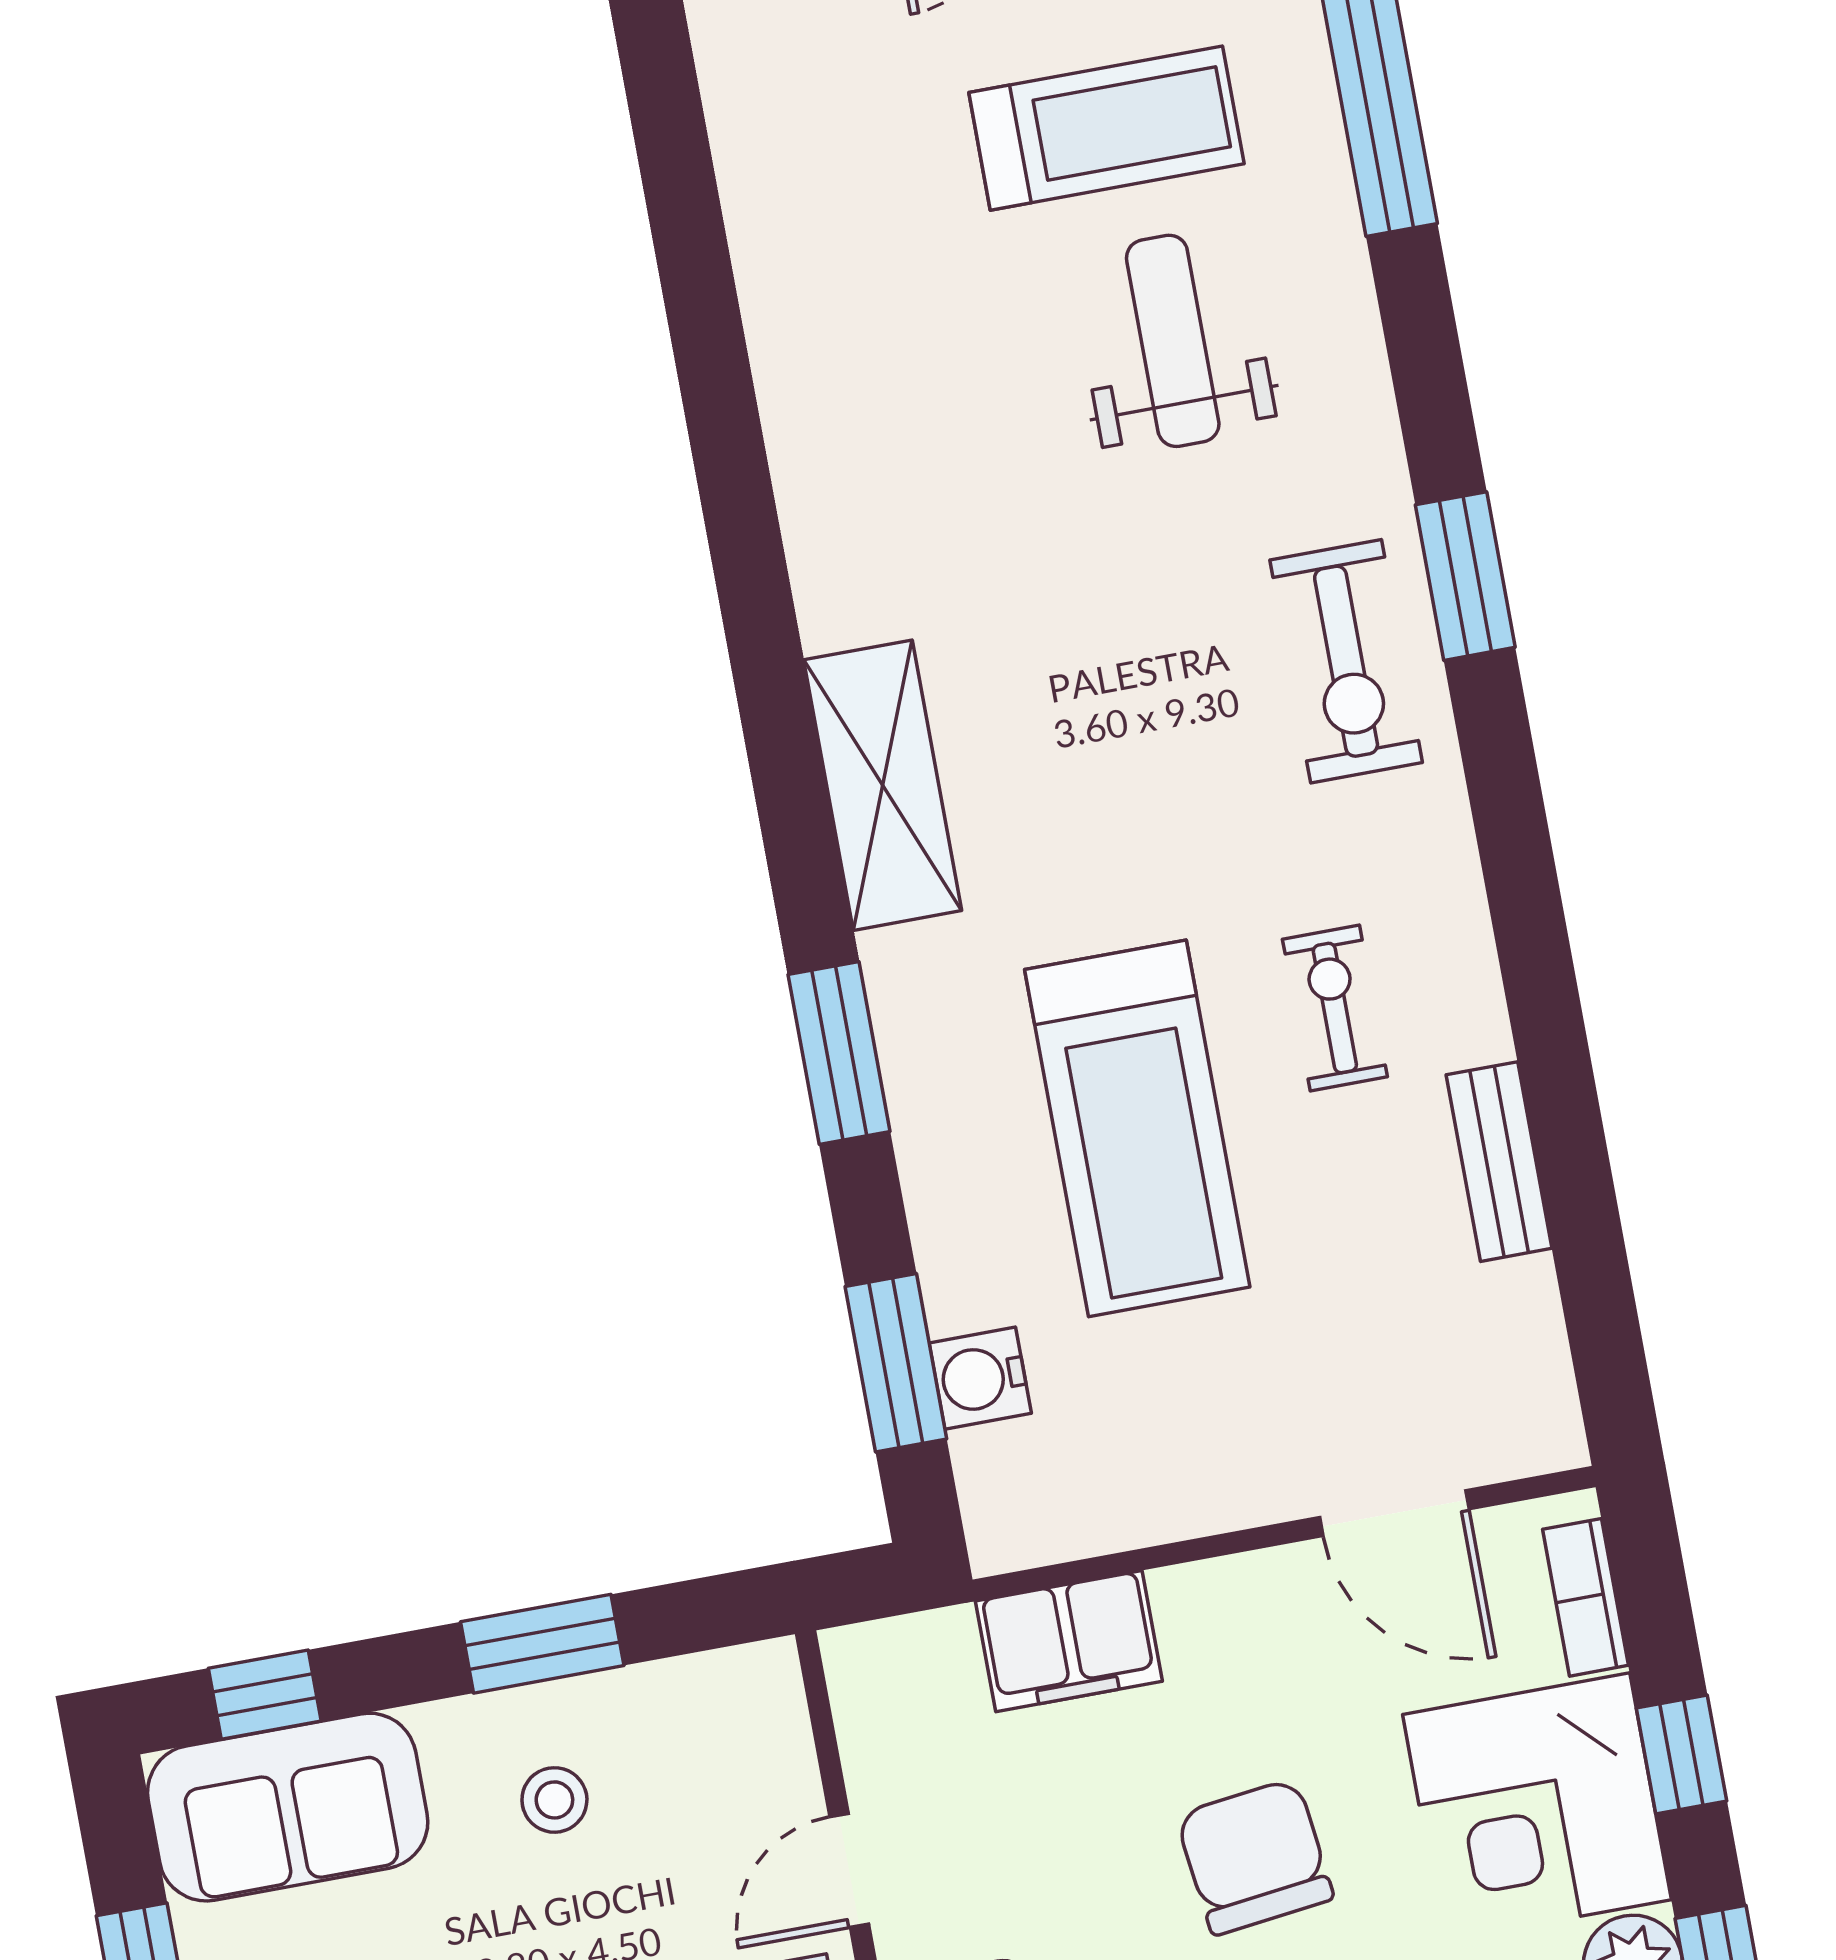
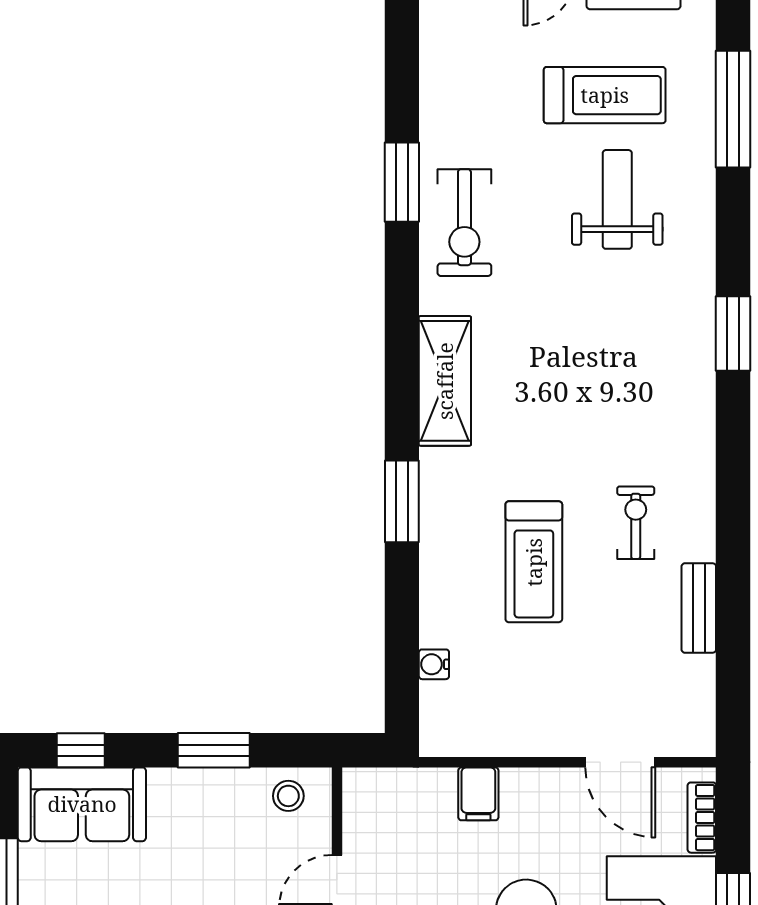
exercise bike: (1346, 661) -> (464, 223), moved
treadmill: (1137, 1128) -> (534, 562), width x0.73, depth x0.73
window: (896, 1363) -> (402, 182), moved
water cooler: (980, 1378) -> (434, 664), width x0.72, depth x0.72
filing cabinet: (1069, 1641) -> (478, 794), width x0.50
stool: (554, 1800) -> (288, 796), moved

